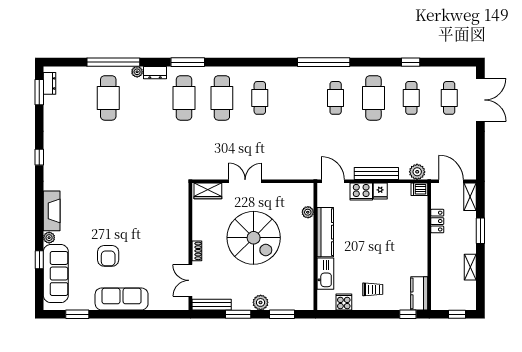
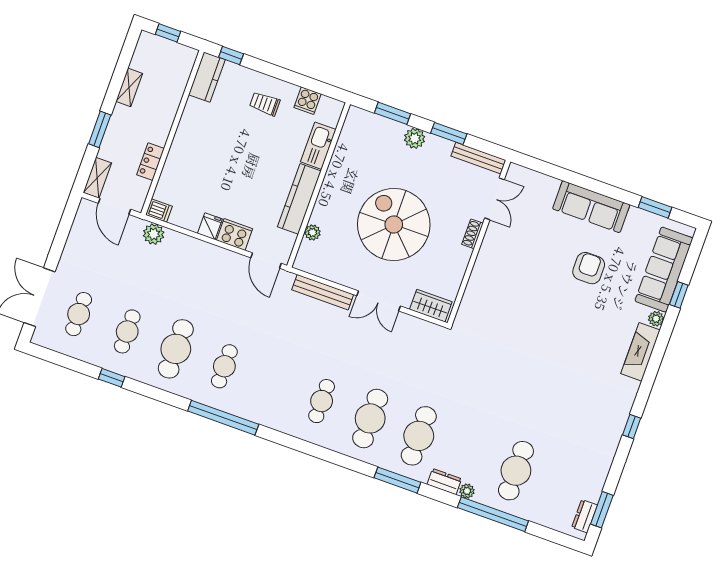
bench: (376, 173) -> (323, 292), moved

